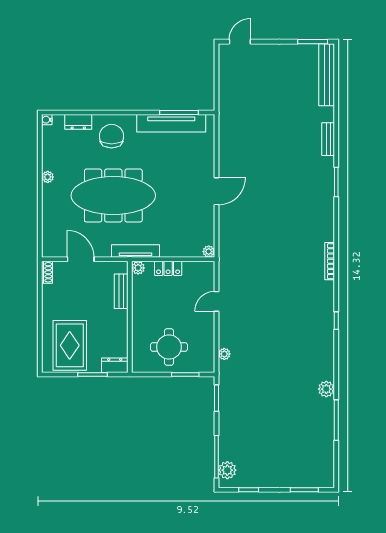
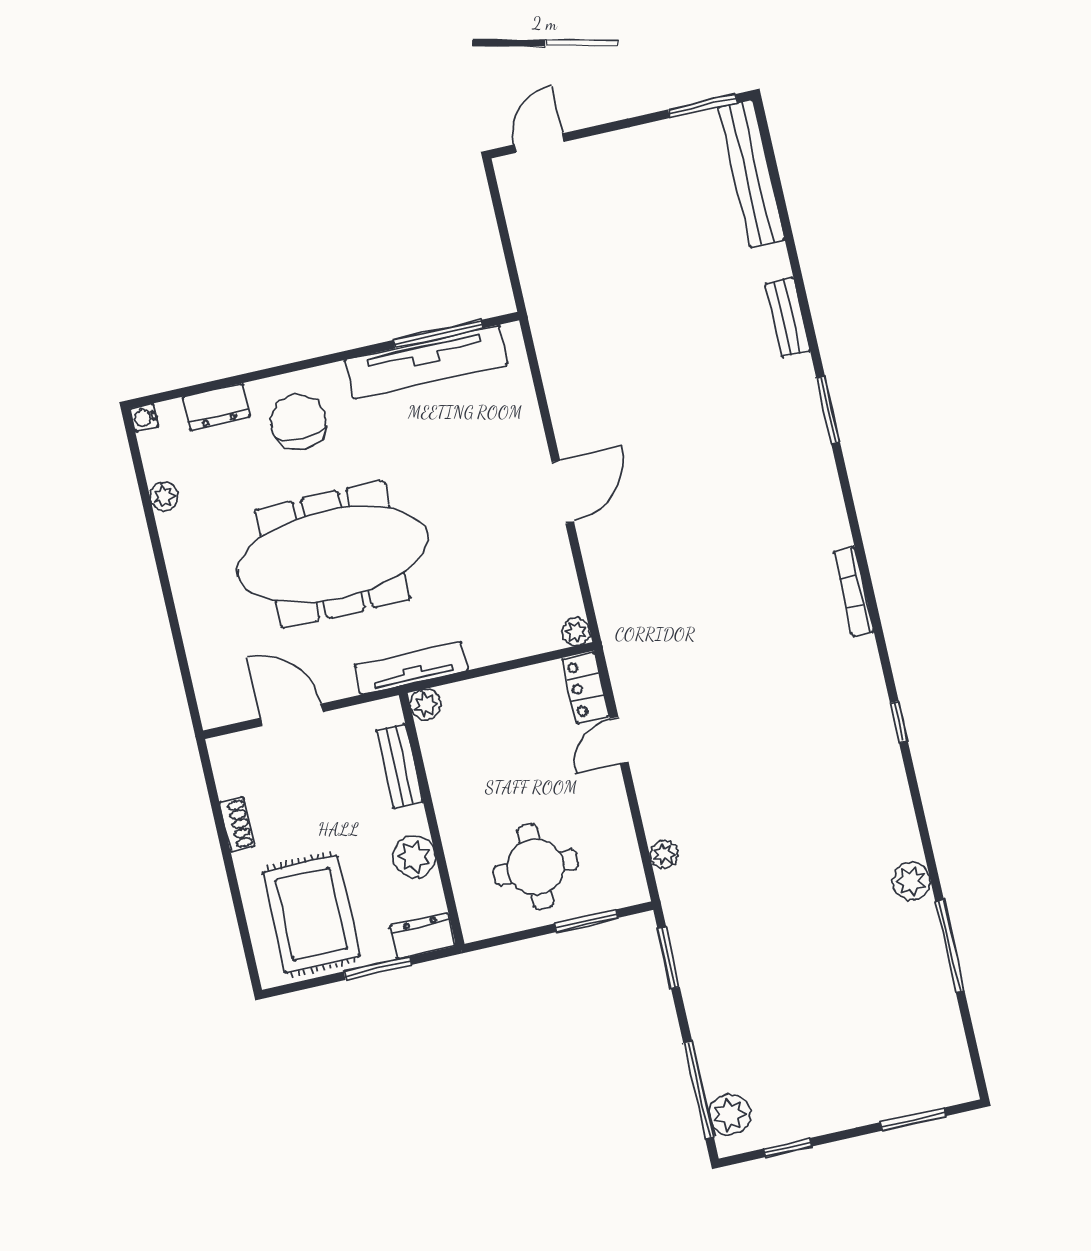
plant: (48, 177) -> (164, 496), moved
locker: (168, 268) -> (586, 688), moved, turned 90
shoe rack: (47, 272) -> (237, 824), moved
plant: (119, 331) -> (414, 857), added

